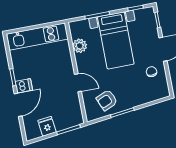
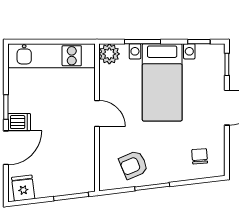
plant: (80, 46) -> (109, 54), moved
chair: (151, 72) -> (200, 156), moved
door: (78, 83) -> (97, 113), moved
fridge: (47, 126) -> (23, 188), moved

